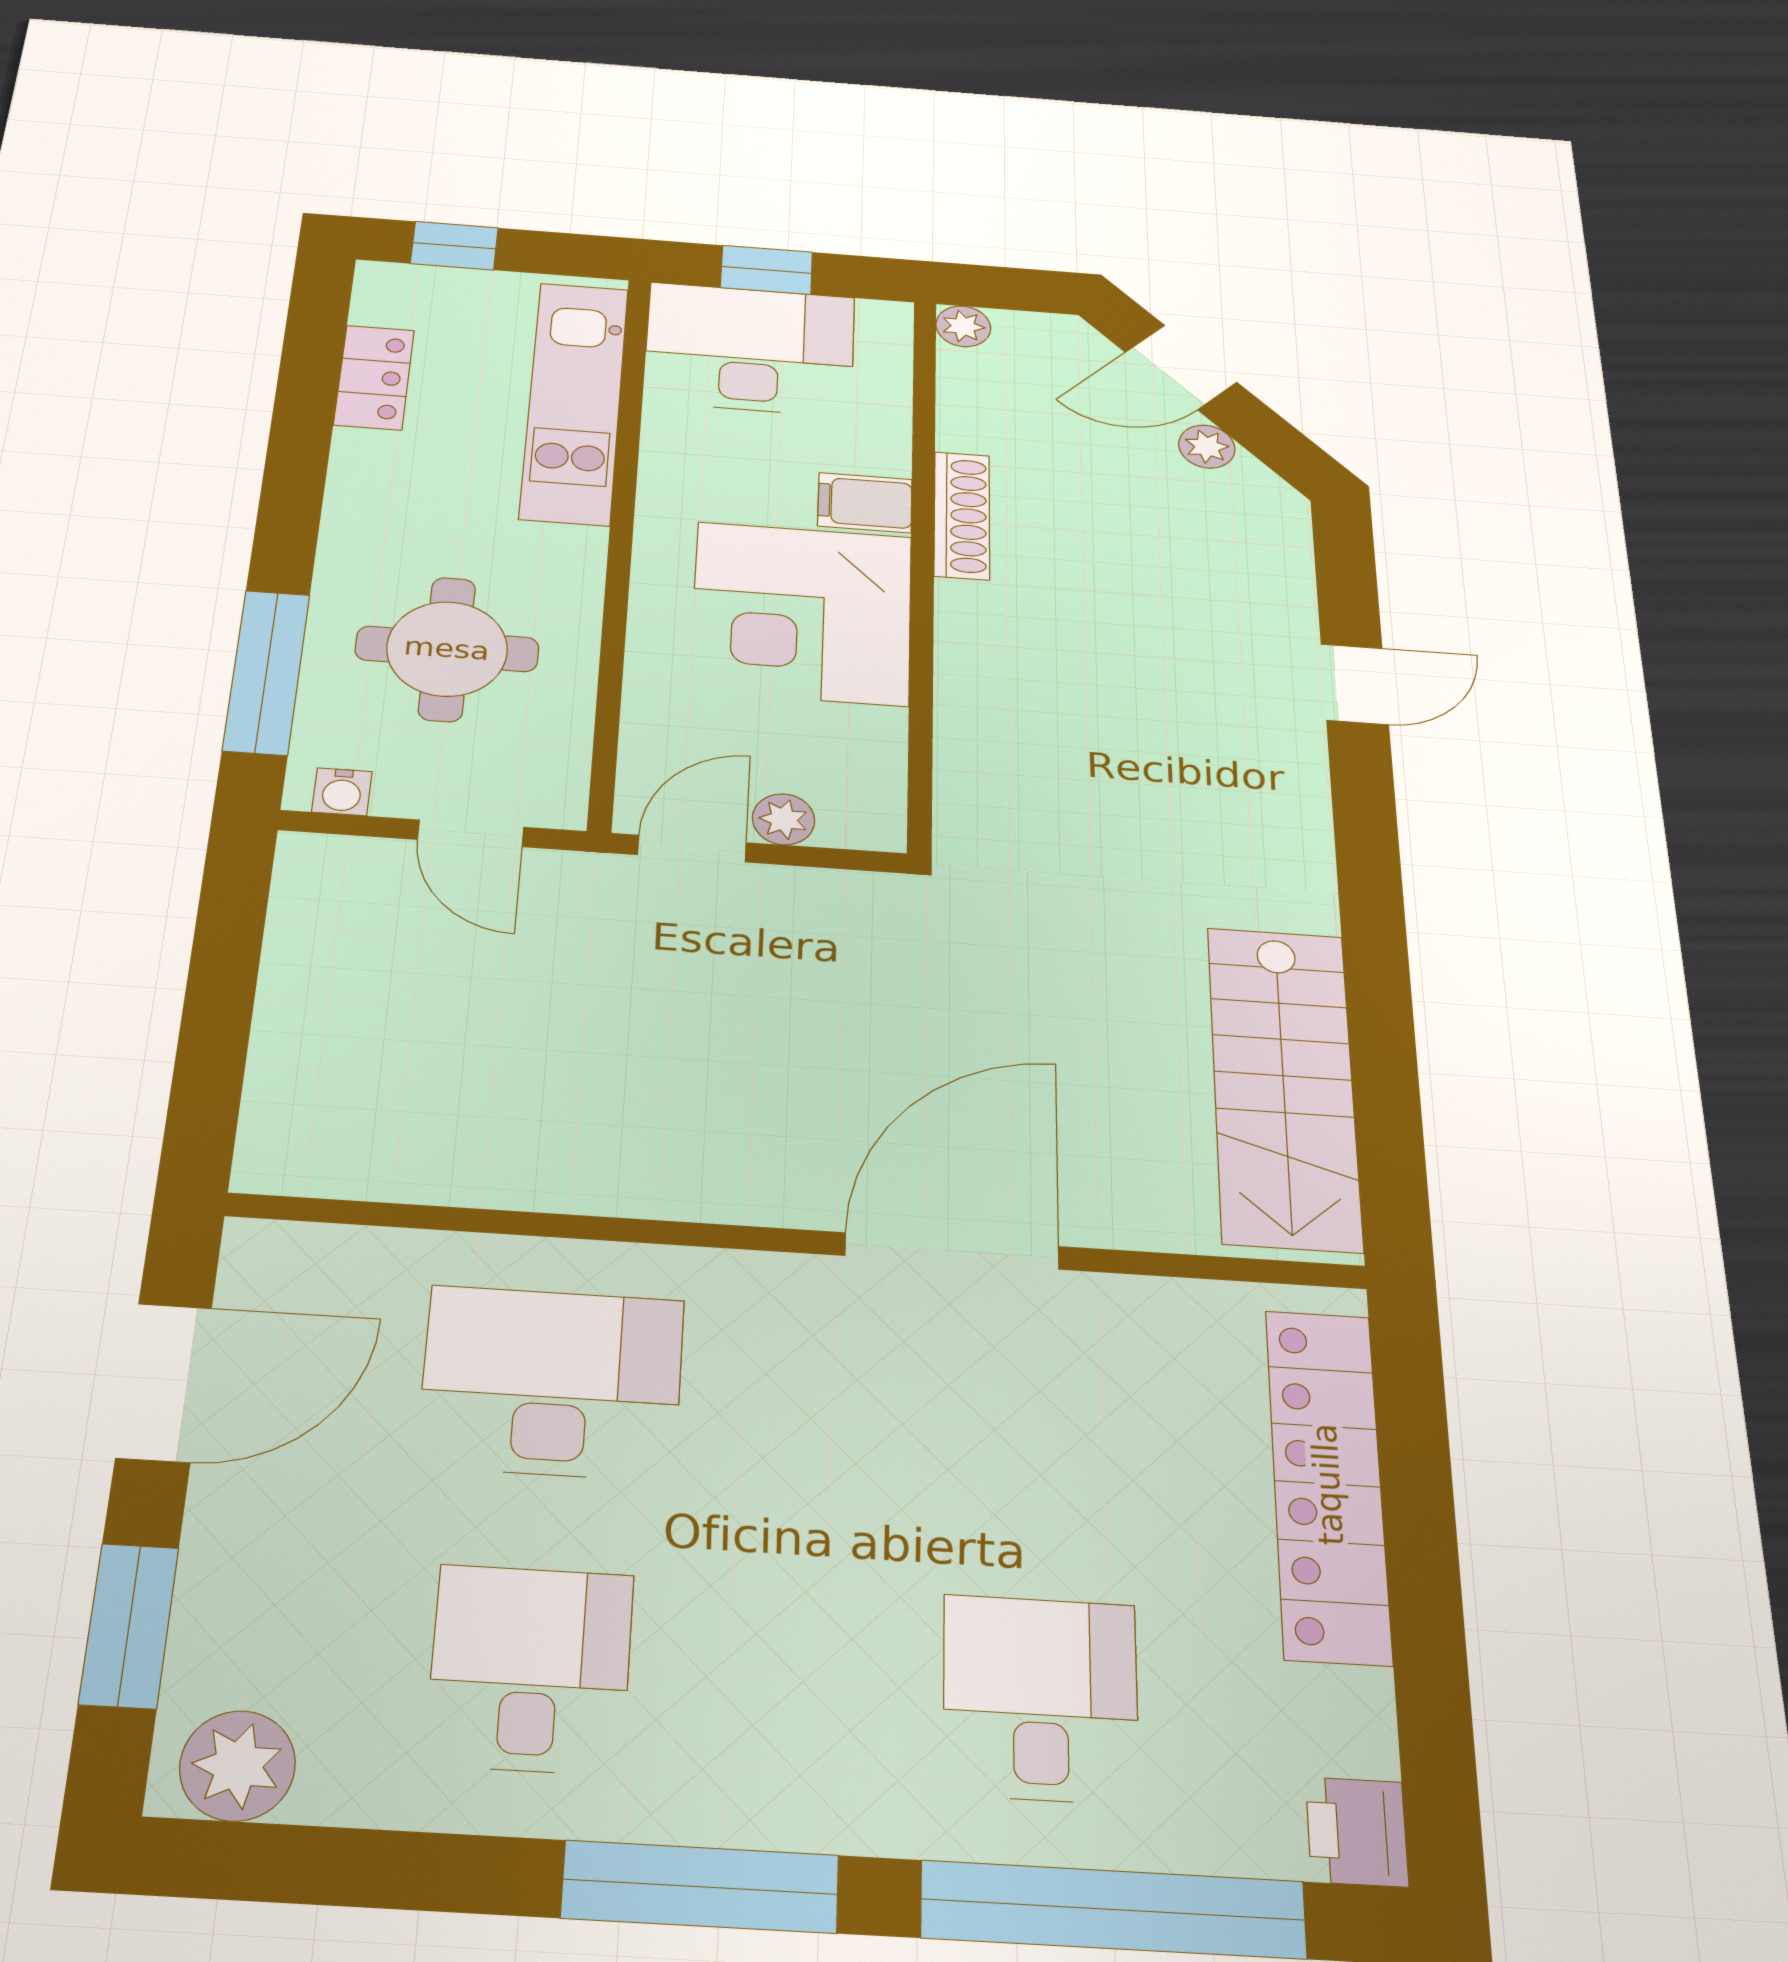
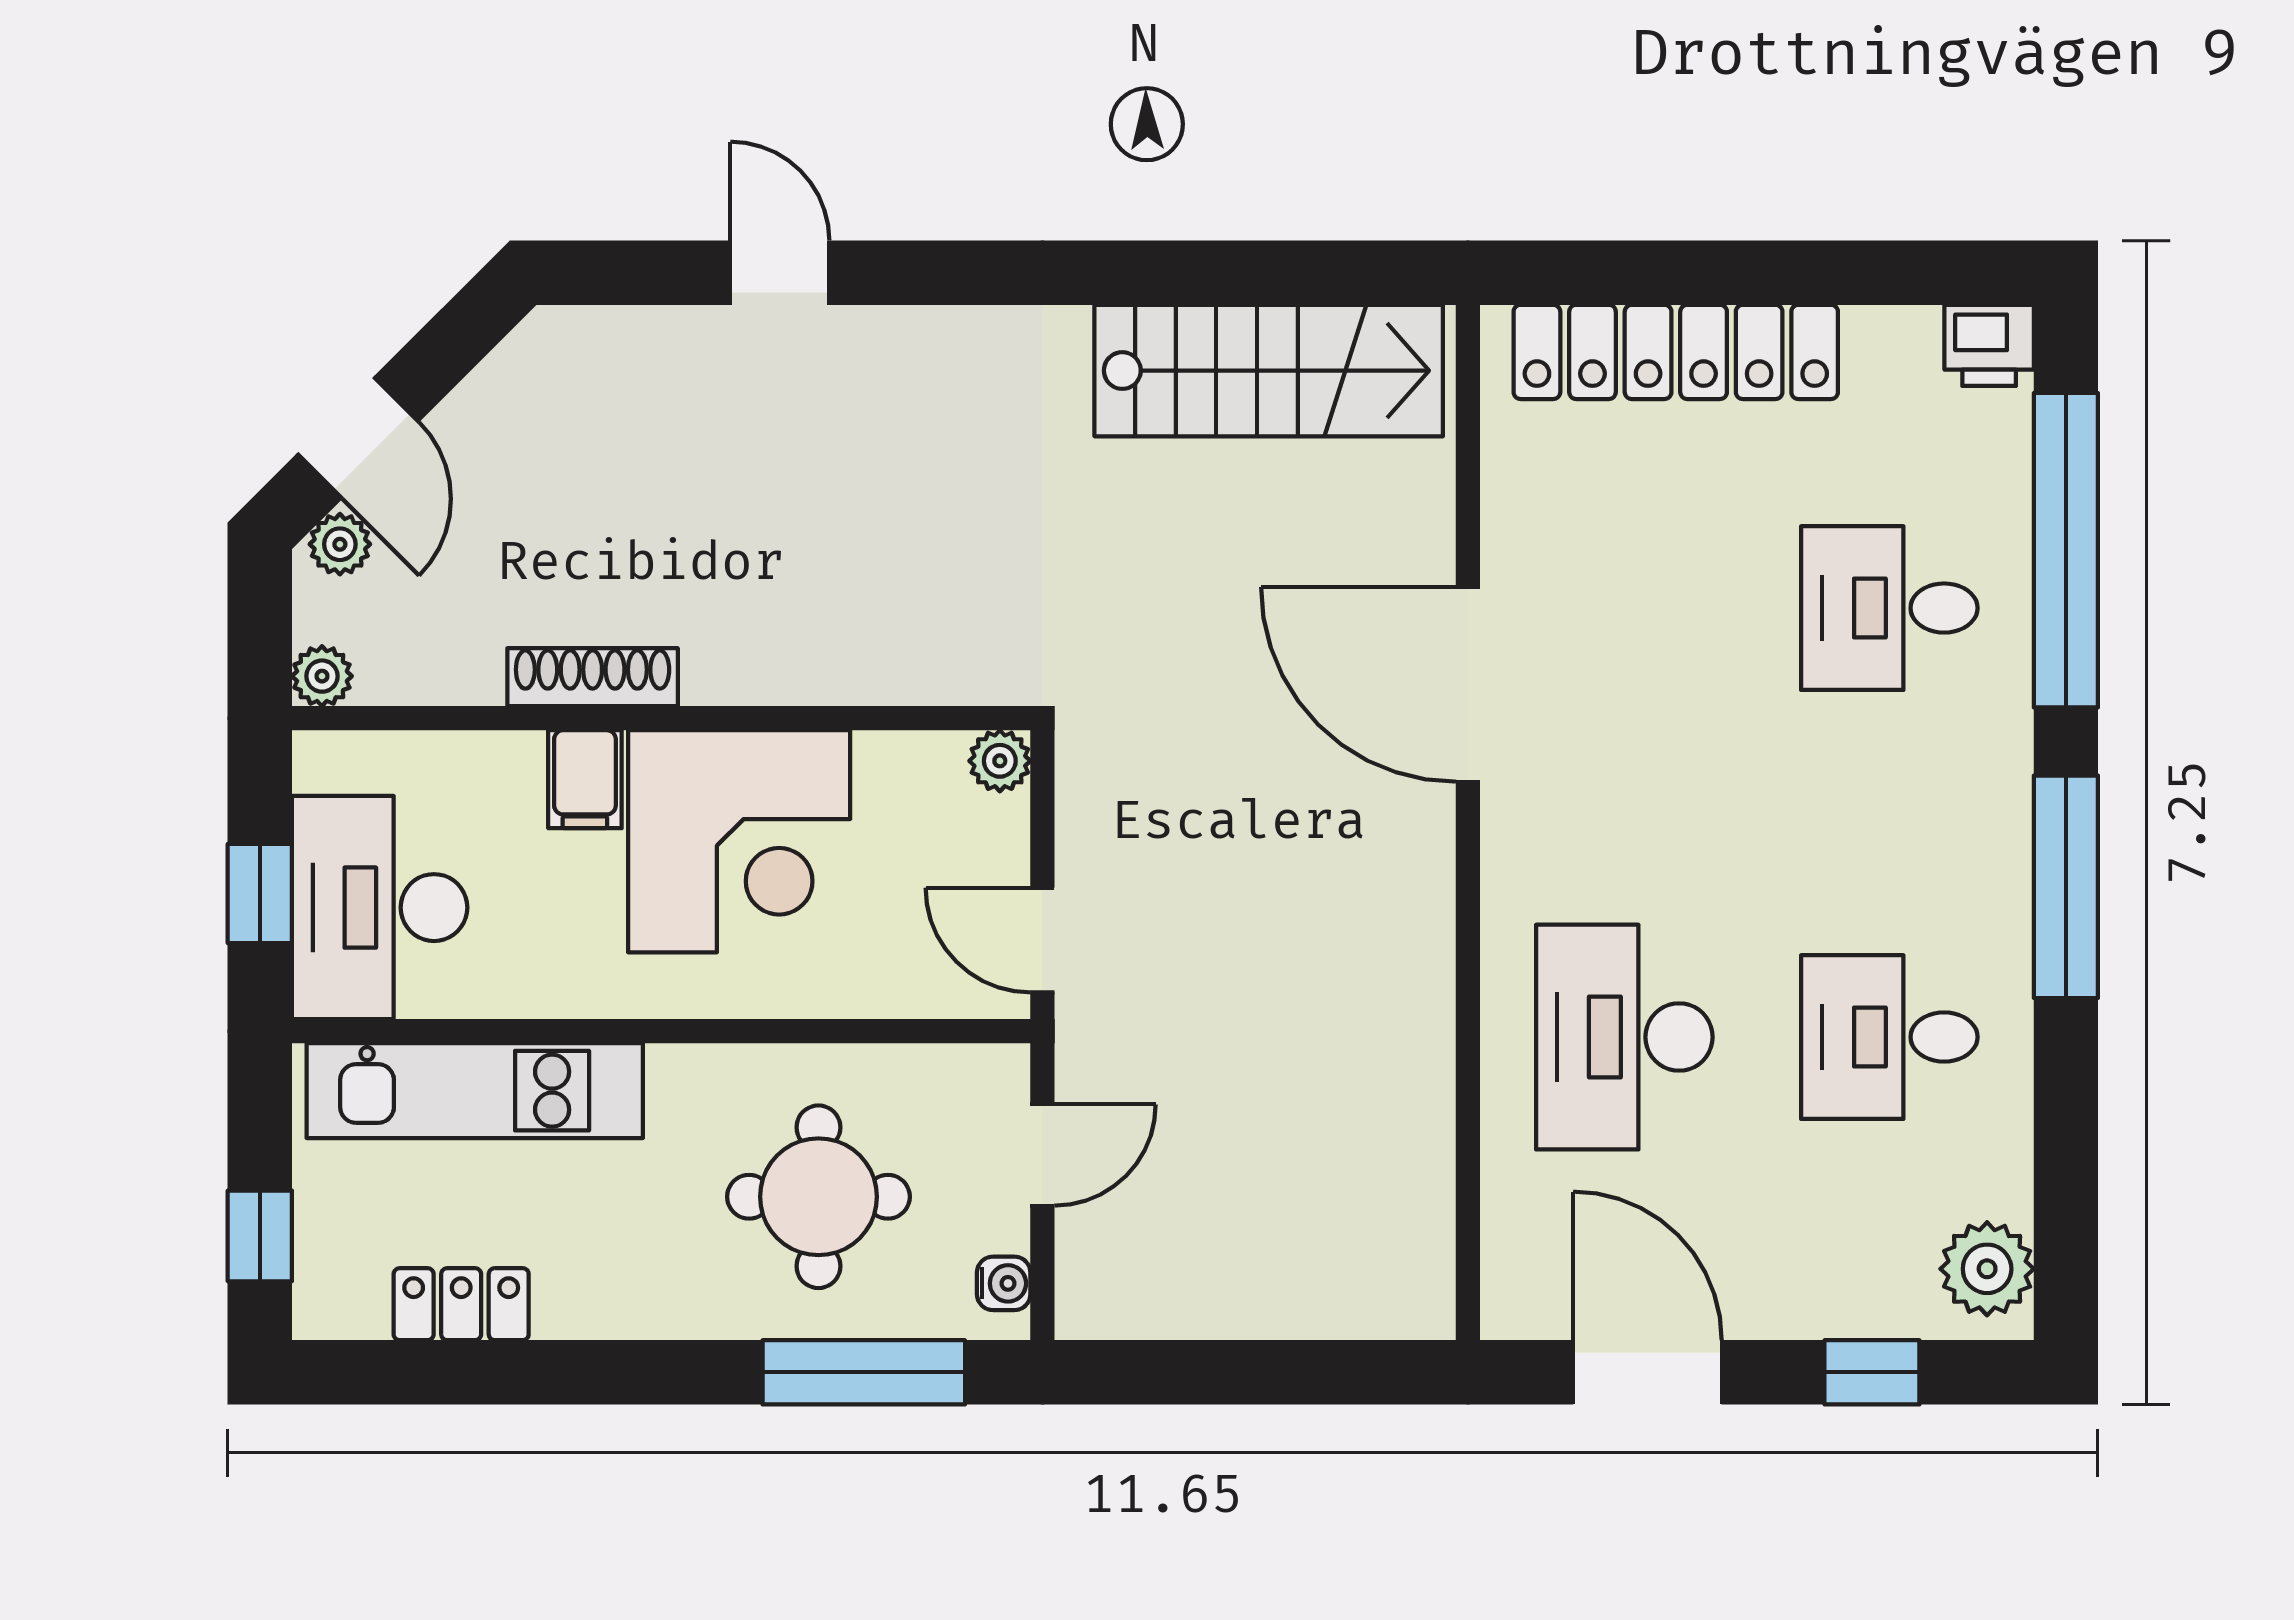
plant: (1207, 447) -> (340, 544), moved
plant: (784, 819) -> (1000, 761), moved
window: (129, 1626) -> (1872, 1372), width x0.67

